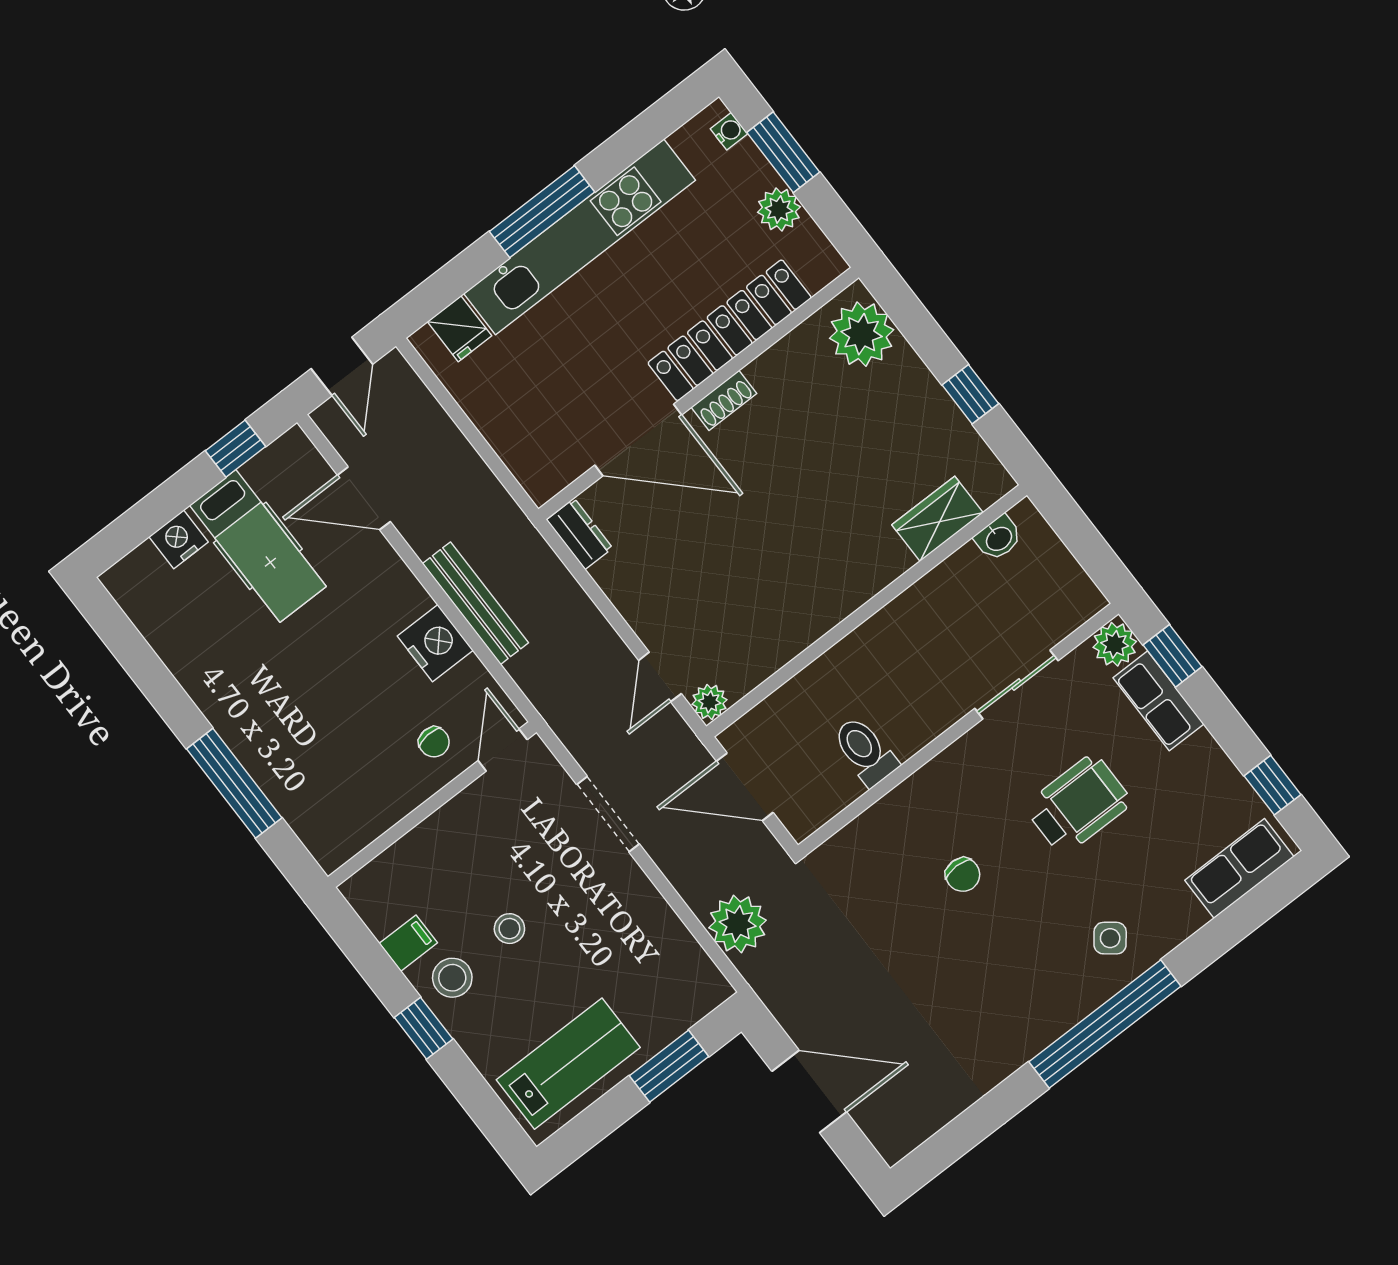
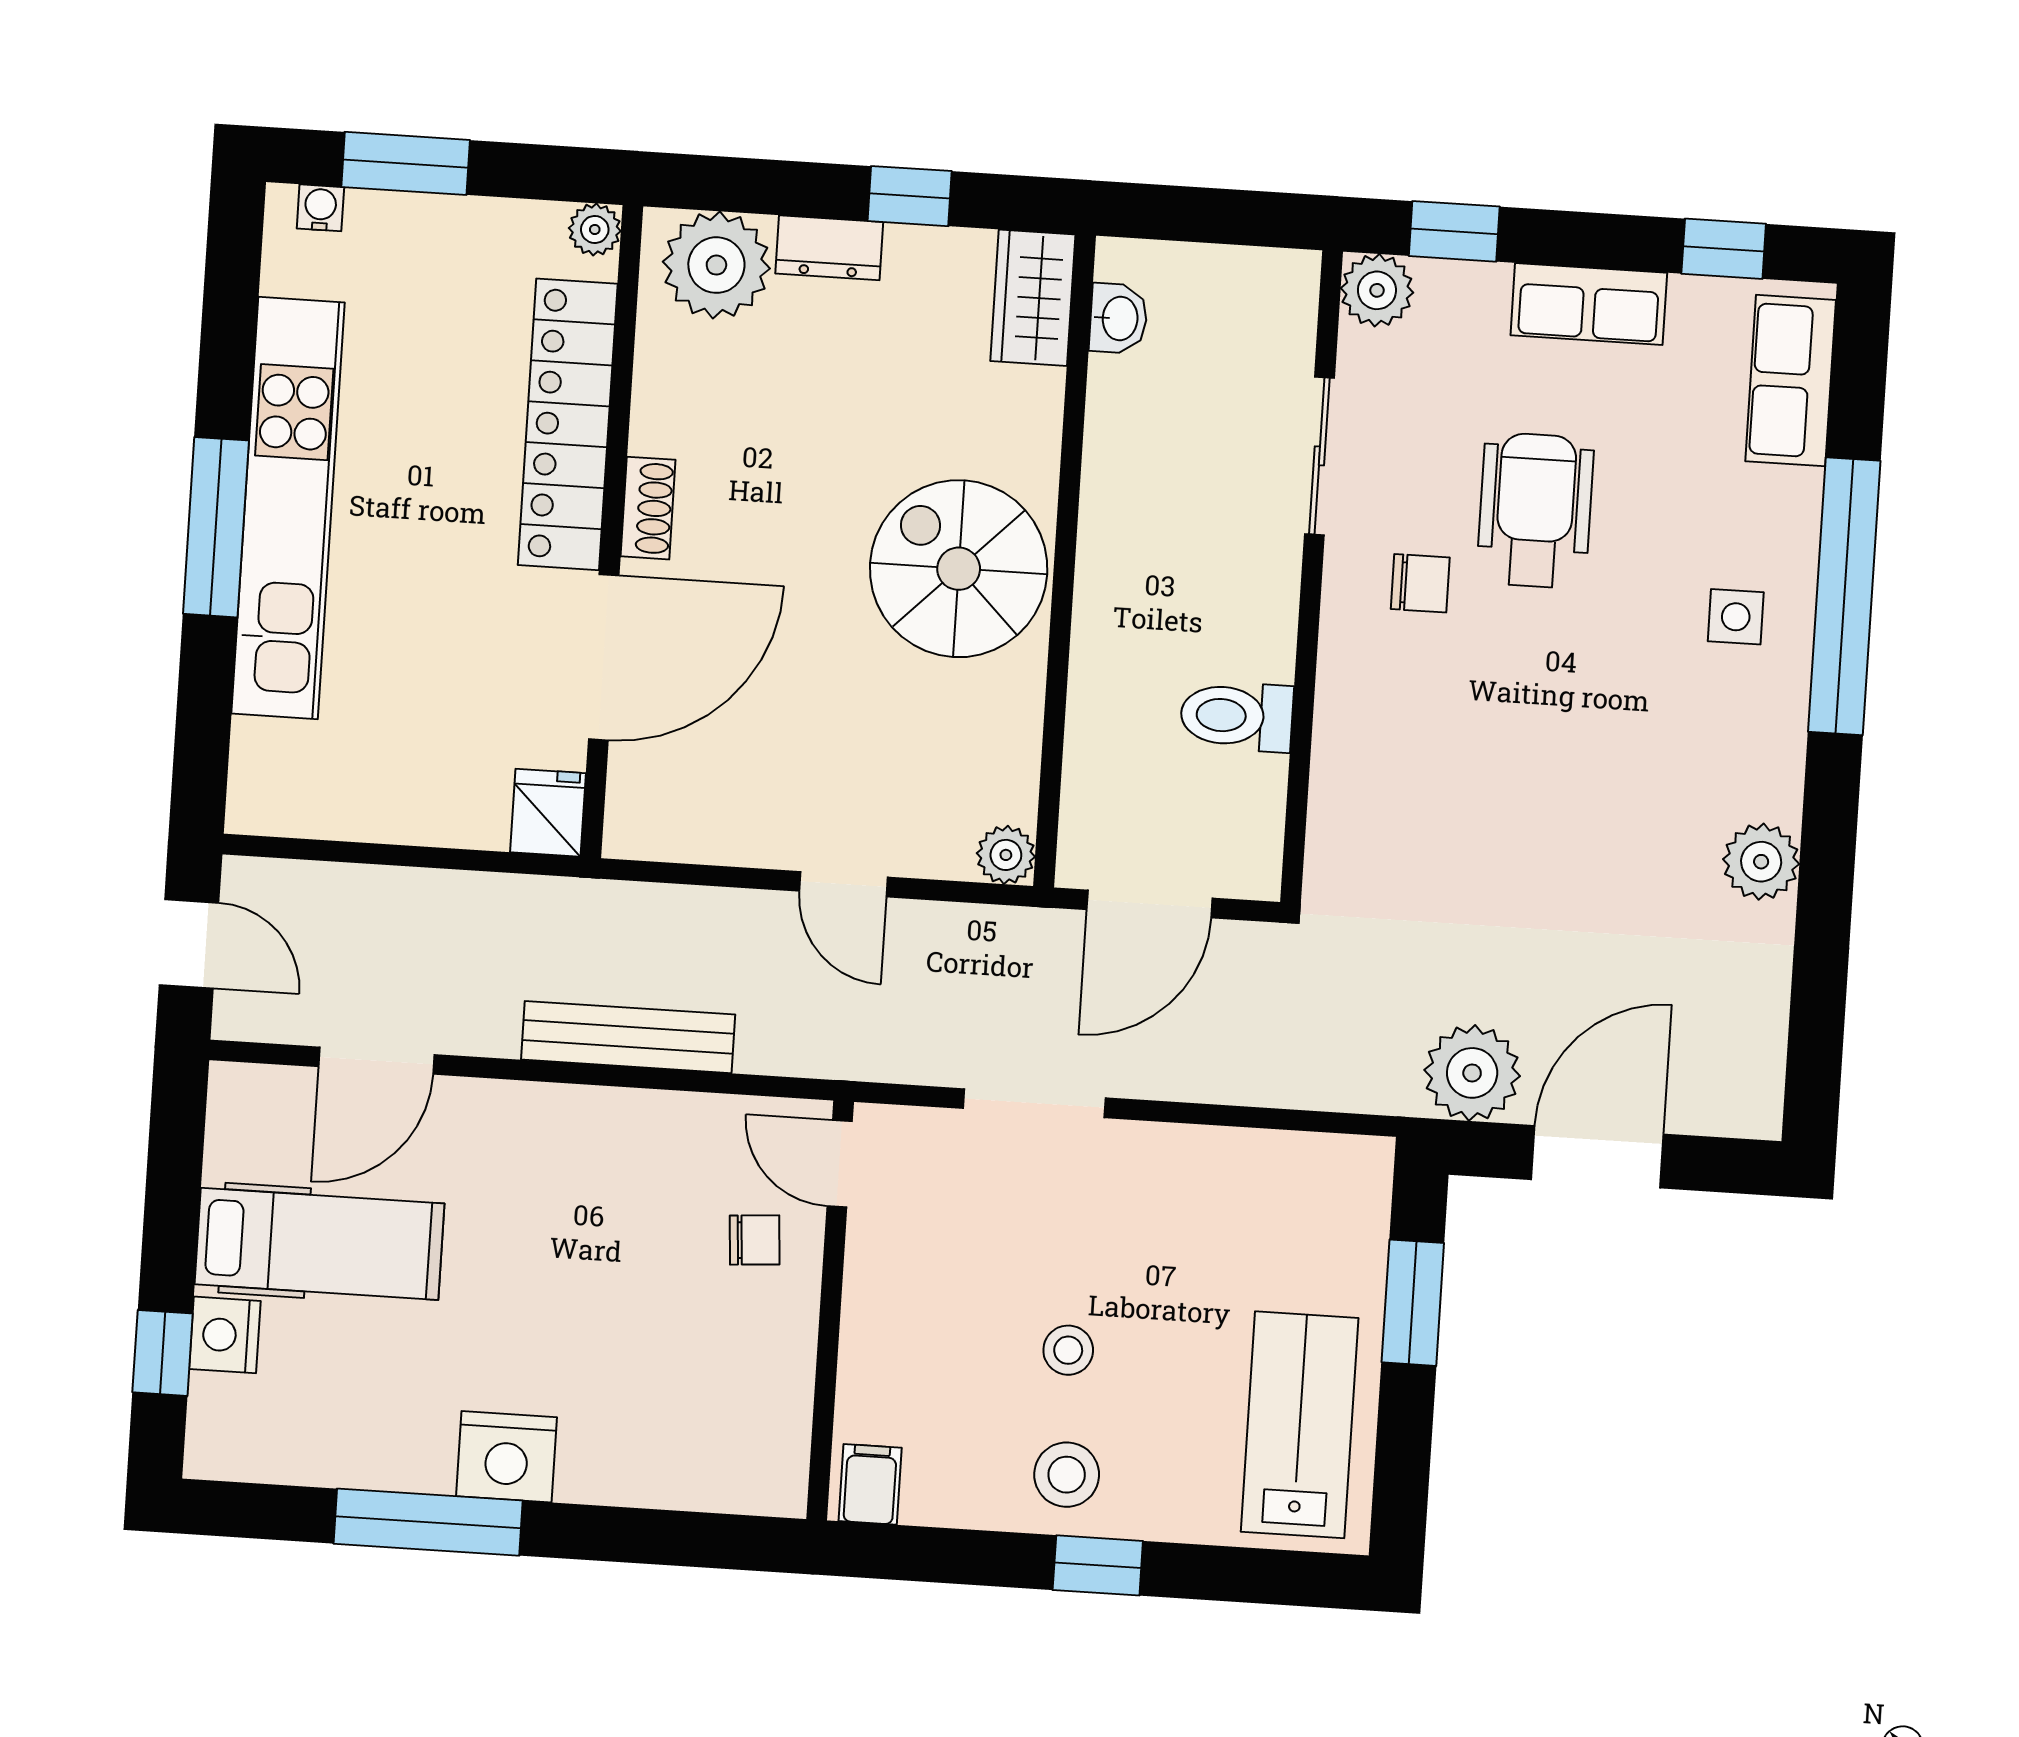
plant: (779, 210) -> (595, 230), moved, width x0.73, depth x0.73
fridge: (460, 329) -> (548, 813), moved, turned -90
window: (235, 449) -> (163, 1353), moved
wardrobe: (937, 519) -> (1033, 298), moved
dresser: (580, 534) -> (829, 248), moved, turned 180
spiral stairs: (821, 566) -> (959, 569), added
nightstand: (435, 643) -> (507, 1457), moved, turned 180
door: (660, 677) -> (843, 884), moved
row of seats: (1158, 701) -> (1589, 304), moved
window: (234, 783) -> (428, 1522), moved
chair: (963, 875) -> (1420, 583), moved
plant: (738, 924) -> (1472, 1073), moved
side table: (1110, 938) -> (1736, 617), turned -38
filing cabinet: (408, 943) -> (870, 1484), moved
window: (1105, 1024) -> (1844, 596), moved
plant: (1009, 1048) -> (1761, 862), added

